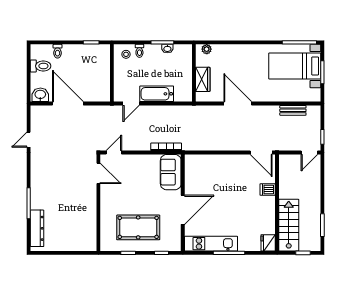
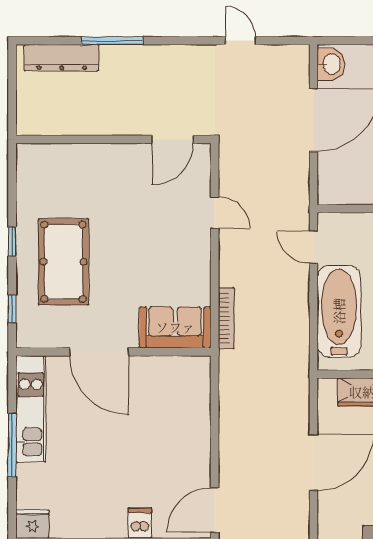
bathtub: (157, 94) -> (339, 311), width x1.36, depth x1.36
door: (98, 173) -> (173, 139), moved
wall: (98, 203) -> (113, 139), moved

